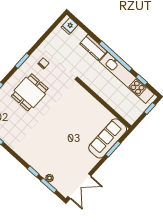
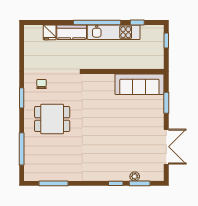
fridge: (69, 26) -> (50, 32), moved
kitchen unit: (127, 78) -> (114, 32), width x0.73
dining table: (30, 92) -> (52, 119), turned 90
sofa: (108, 138) -> (139, 84), moved, turned -90
double door: (79, 186) -> (166, 147), moved

